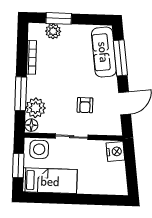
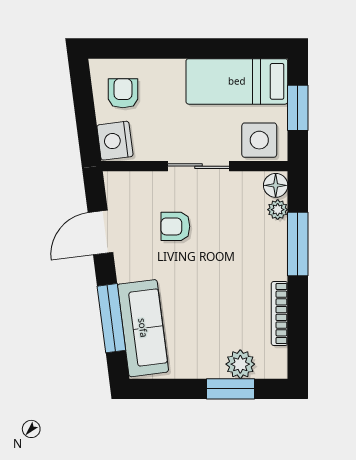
armchair: (85, 105) -> (175, 226), turned -90
plant: (36, 108) -> (278, 210), width x0.53, depth x0.53
armchair: (110, 176) -> (123, 93), added

